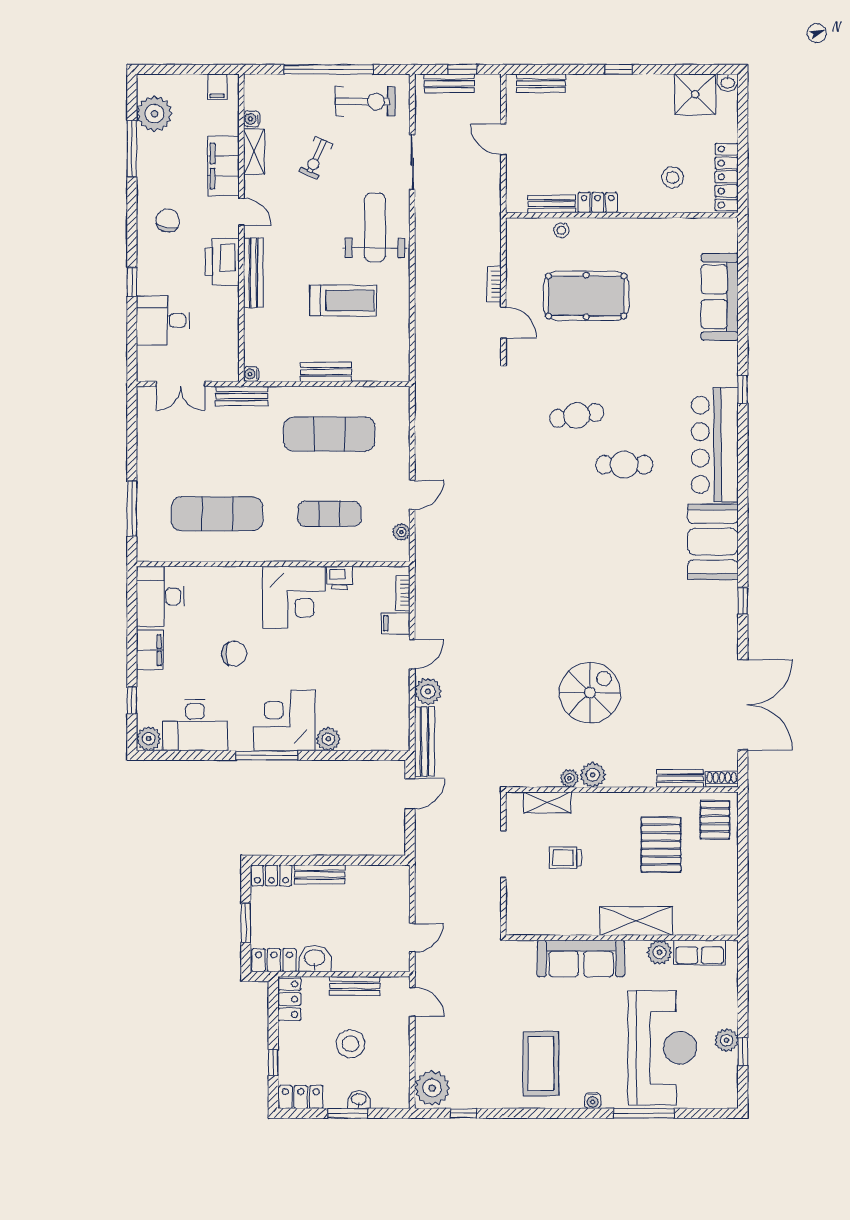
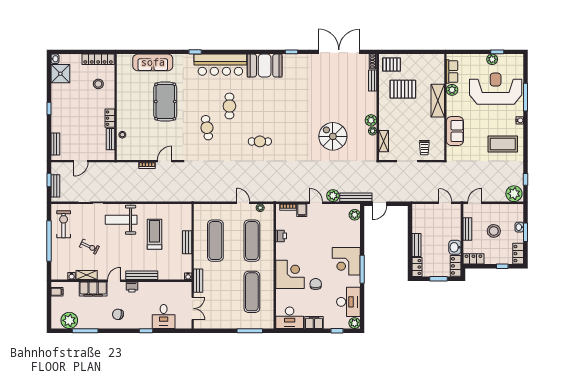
printer: (222, 262) -> (132, 287), width x0.53, depth x0.68
pool table: (586, 296) -> (165, 102), moved
exercise mat: (329, 514) -> (252, 241), width x1.36, depth x1.45
cafe table: (547, 531) -> (260, 141), added
corner desk: (294, 597) -> (290, 274), moved
spiral stairs: (590, 693) -> (333, 136), moved
plant: (328, 739) -> (355, 215), moved
door: (410, 794) -> (380, 204), swing flipped
trolley: (565, 858) -> (424, 148), moved
sofa: (581, 958) -> (455, 131), width x0.73

